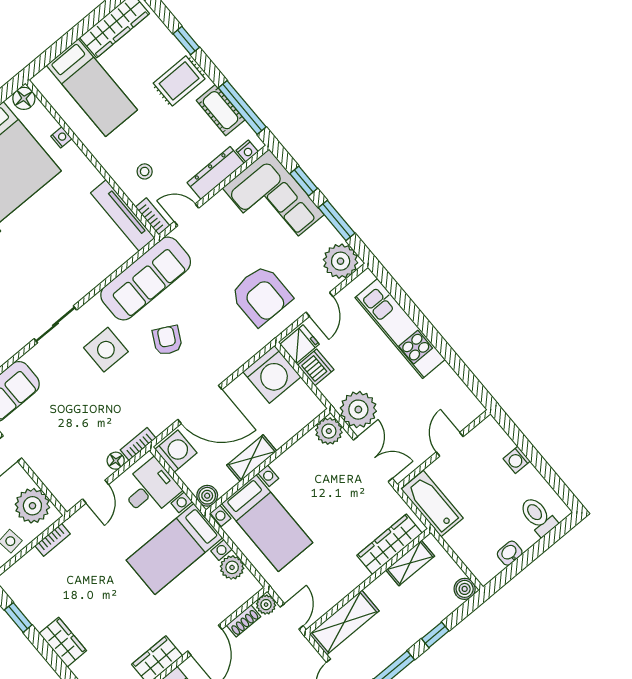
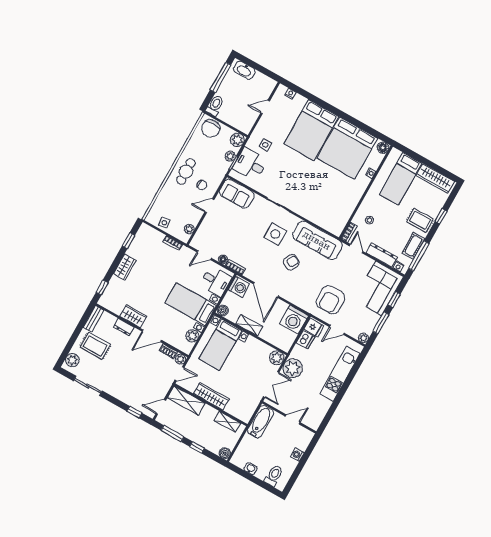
tv unit: (123, 215) -> (344, 218), removed
plant: (341, 261) -> (363, 338), width x0.53, depth x0.53
plant: (32, 506) -> (189, 229), width x0.53, depth x0.53
wardrobe: (389, 544) -> (211, 396), moved

